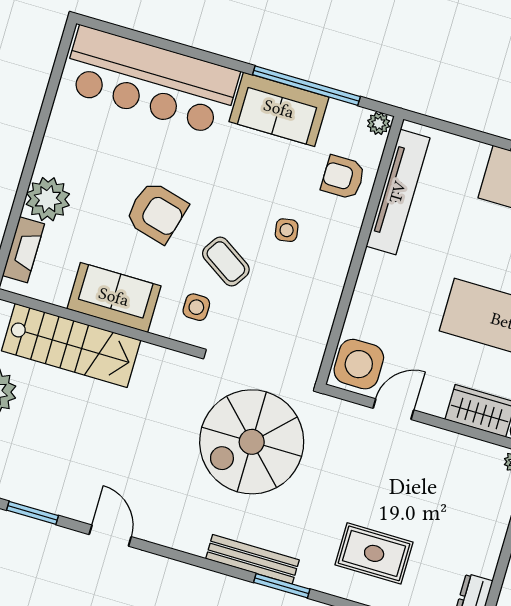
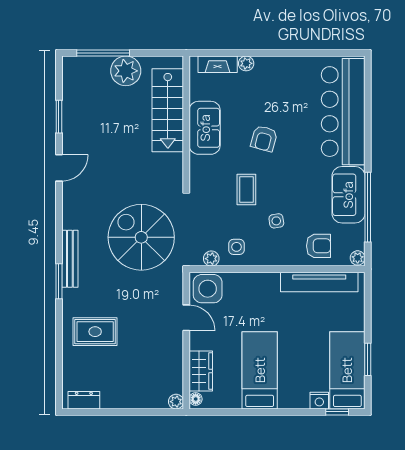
armchair: (343, 177) -> (319, 246), turned 90
plant: (48, 199) -> (246, 63), width x0.53, depth x0.53
armchair: (156, 212) -> (264, 138), width x0.72, depth x0.72
coffee table: (226, 262) -> (246, 190), turned -33
side table: (196, 307) -> (236, 247), moved
plant: (315, 345) -> (211, 259), added
rug: (374, 553) -> (95, 332), turned 90

